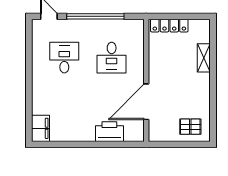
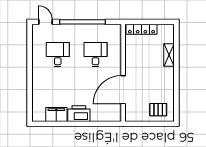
desk: (112, 58) -> (95, 55), turned 180
filing cabinet: (41, 128) -> (56, 114), moved, turned -90
printer: (109, 132) -> (79, 114), moved

